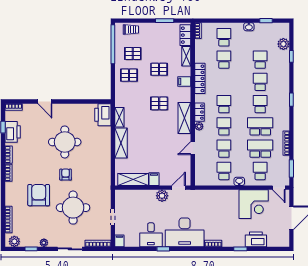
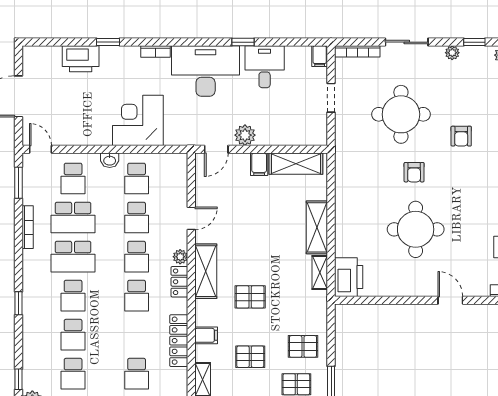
armchair: (39, 195) -> (461, 136), width x0.53, depth x0.53
corner desk: (254, 204) -> (138, 120), moved

